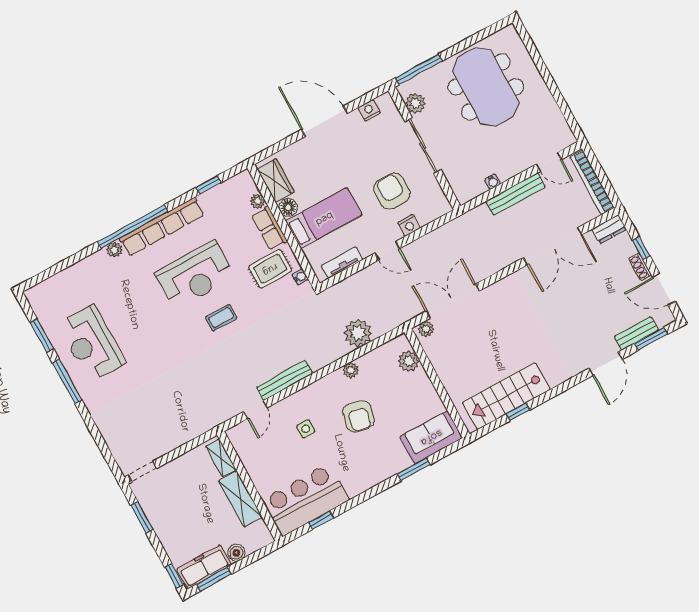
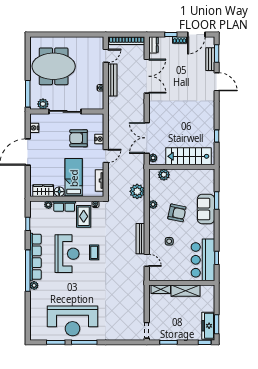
reception desk: (92, 343) -> (73, 321), width x1.36, depth x1.30
stairs: (506, 396) -> (188, 156), moved, turned 90
sofa: (431, 437) -> (206, 209), moved
boiler: (236, 553) -> (210, 307), removed

